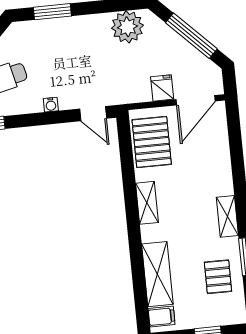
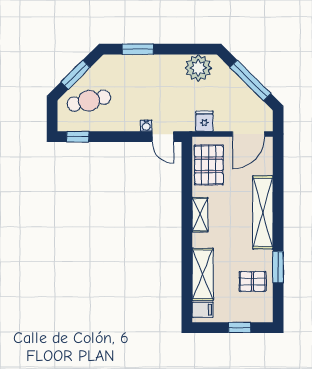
fridge: (162, 88) -> (204, 121), moved
water cooler: (51, 105) -> (146, 126), moved
shelving: (227, 216) -> (263, 212), width x2.20, depth x1.33
pallet: (218, 277) -> (252, 281), turned 90

